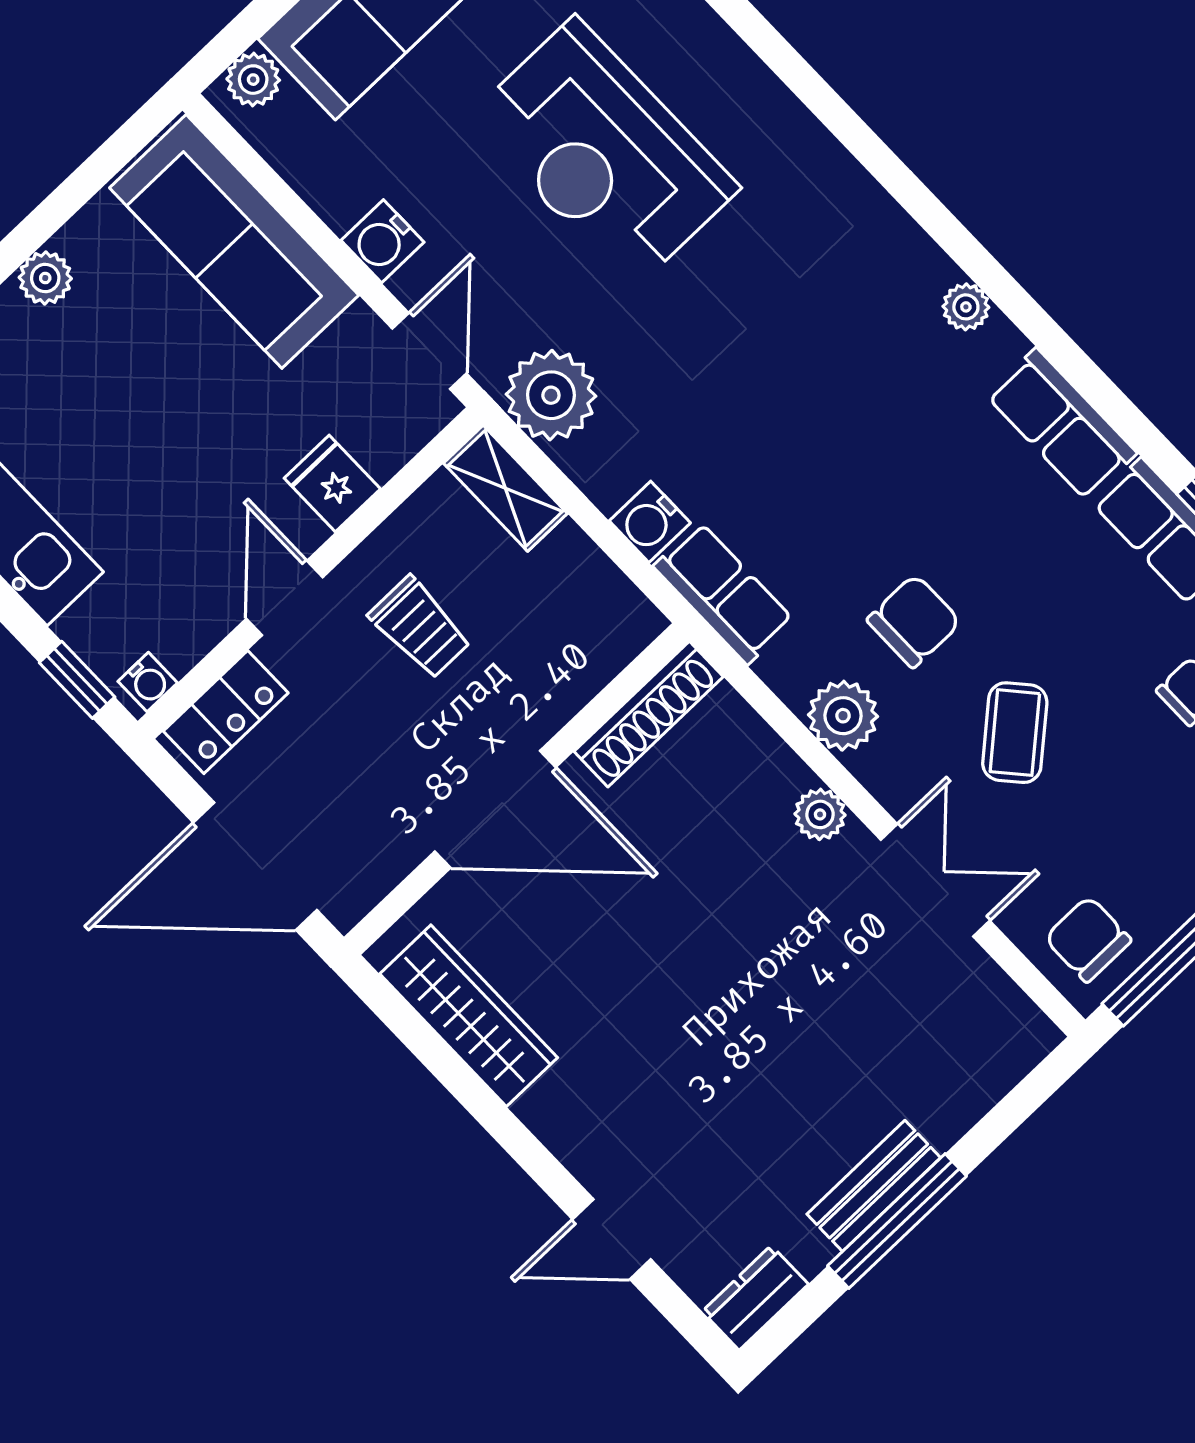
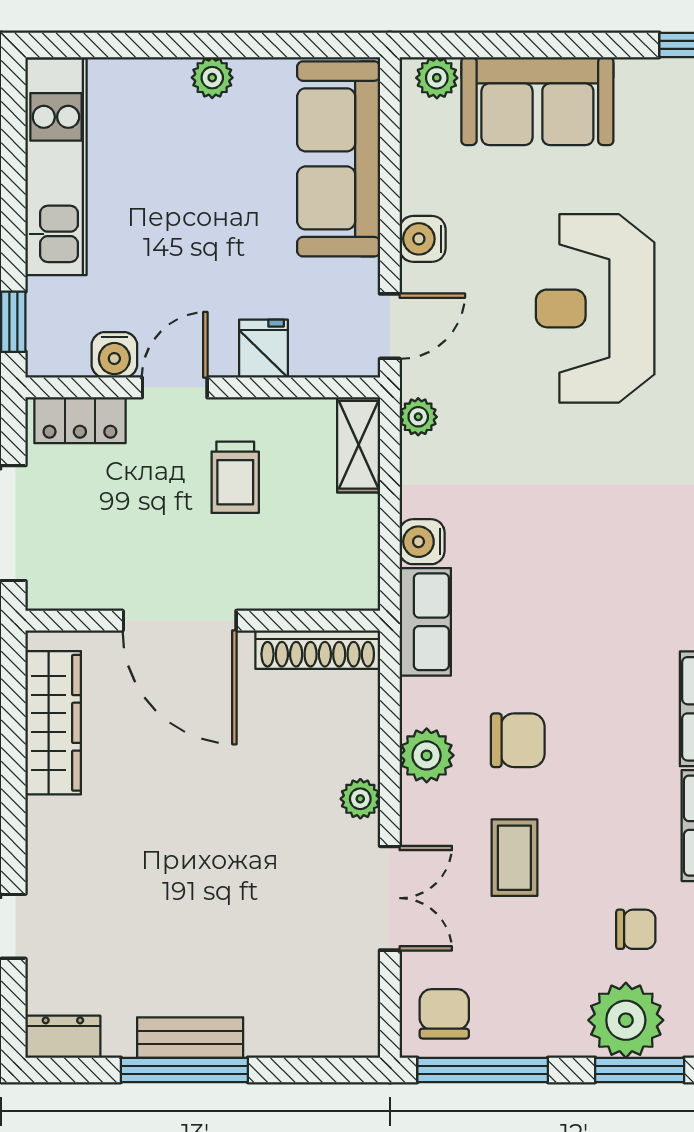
plant: (551, 395) -> (418, 417), width x0.53, depth x0.53
water cooler: (148, 682) -> (114, 355), moved, width x1.38, depth x1.38
coffee table: (1015, 733) -> (514, 858), turned -49

